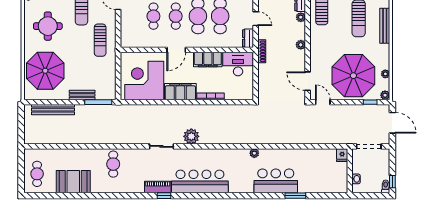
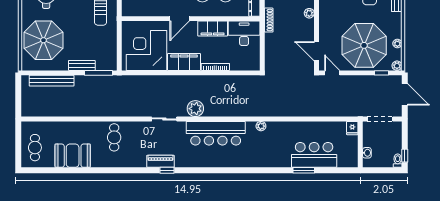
bar counter: (200, 181) -> (216, 133), moved, turned 180
bar counter: (276, 181) -> (314, 155), moved

